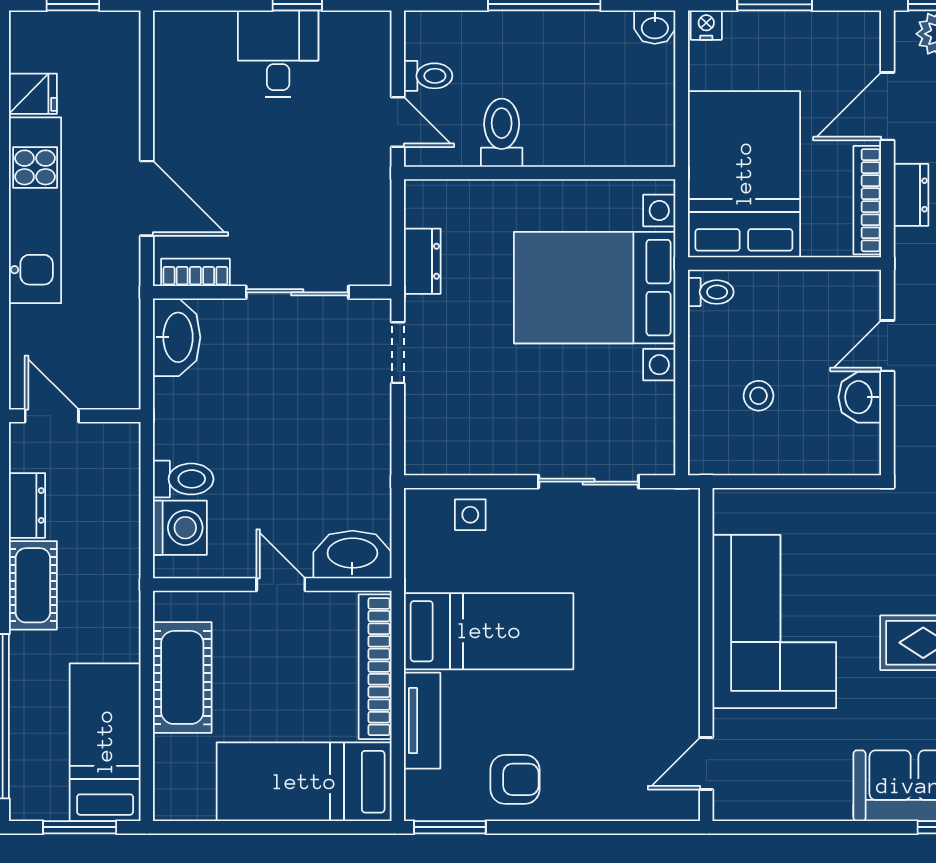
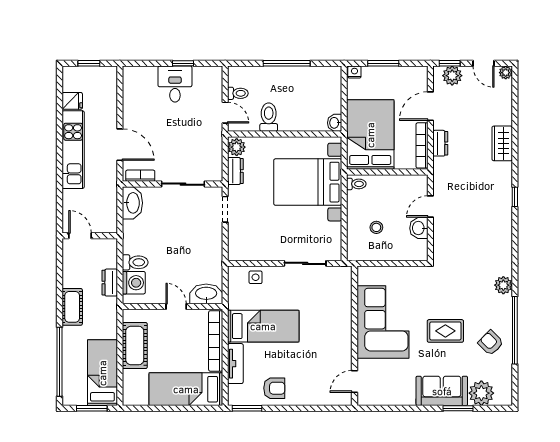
washbasin: (655, 27) -> (335, 123), moved, turned 90
plant: (425, 204) -> (237, 147), added
dresser: (27, 505) -> (110, 283), moved, turned 180

